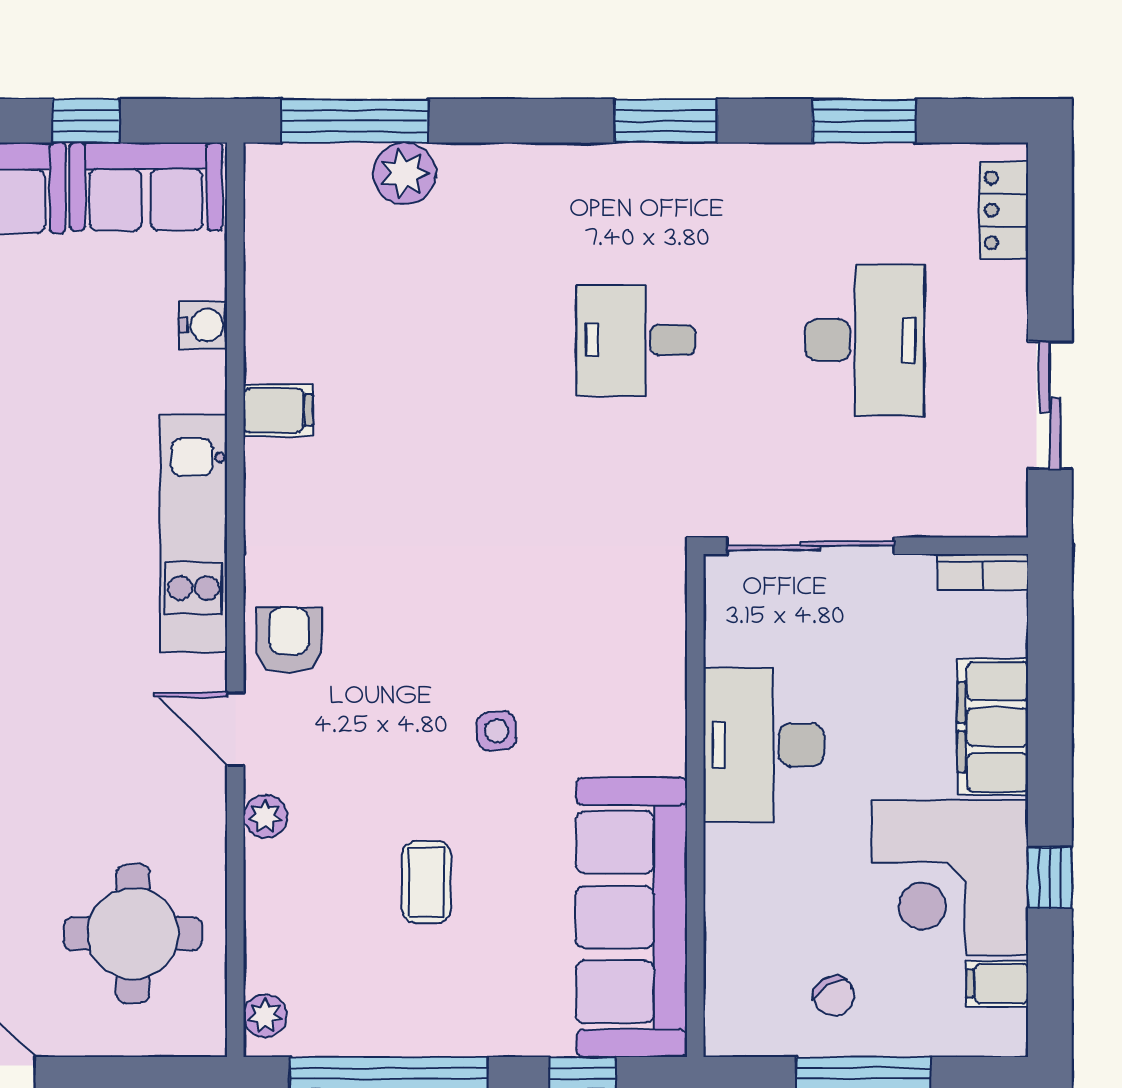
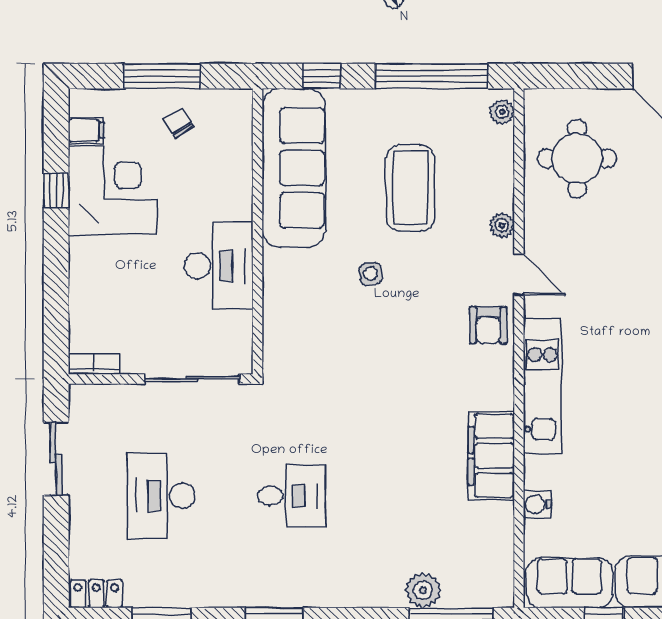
locker: (1004, 210) -> (96, 594), moved, turned -90
filing cabinet: (278, 410) -> (491, 456), width x3.00, depth x1.17
filing cabinet: (993, 727) -> (89, 276), removed
coffee table: (426, 882) -> (410, 188), width x1.86, depth x1.72

